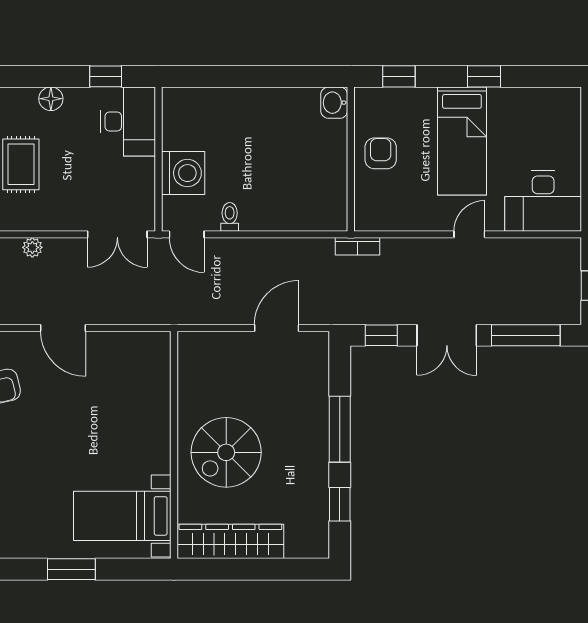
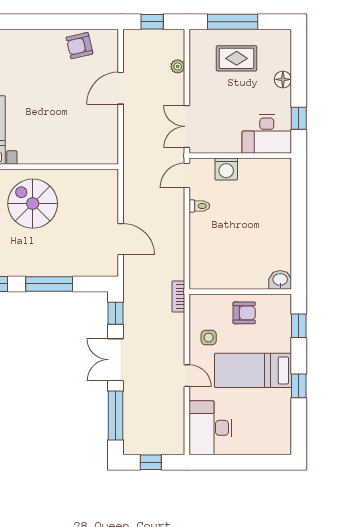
washing machine: (183, 173) -> (226, 169), width x0.73, depth x0.73
side table: (416, 204) -> (209, 338), added

